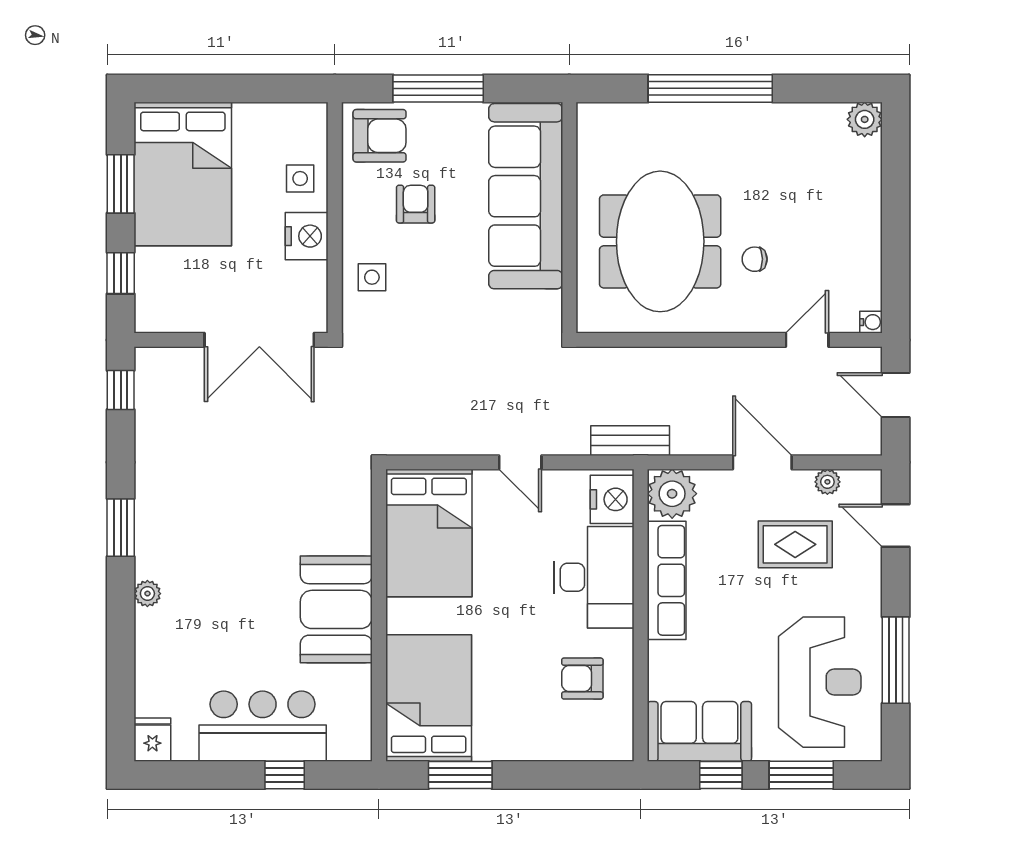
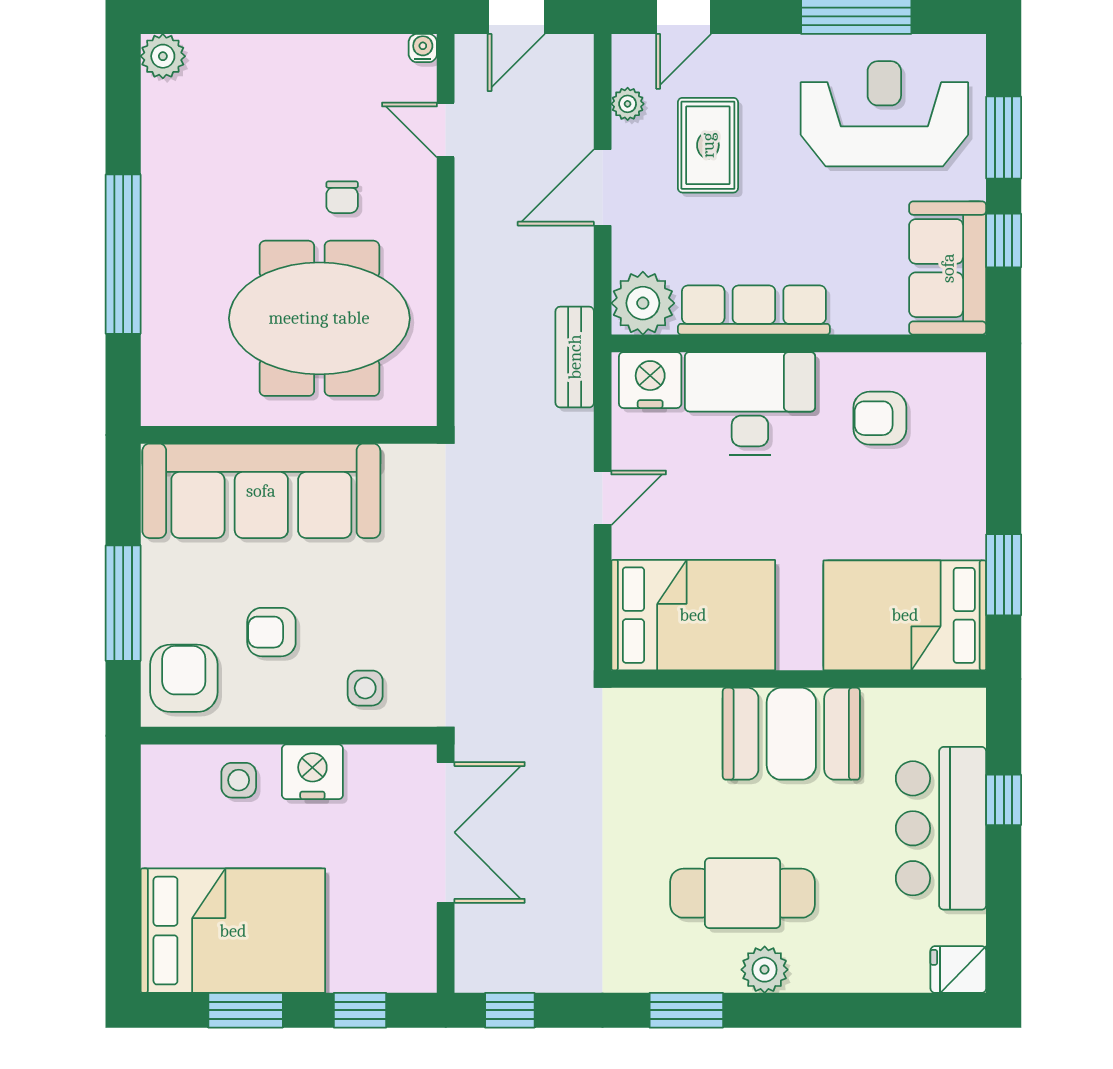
cafe table: (212, 571) -> (743, 893), added
plant: (147, 594) -> (765, 970), width x1.38, depth x1.38
armchair: (582, 679) -> (880, 418), turned 90

